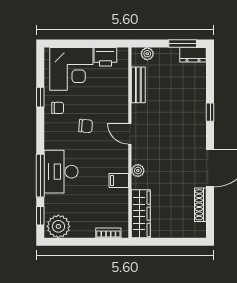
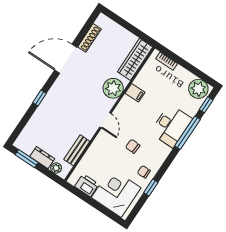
dresser: (193, 55) -> (42, 158), moved
plant: (138, 171) -> (113, 88), width x1.88, depth x1.88

